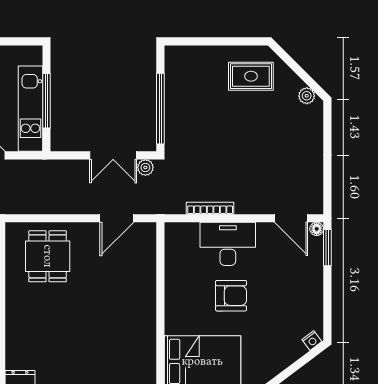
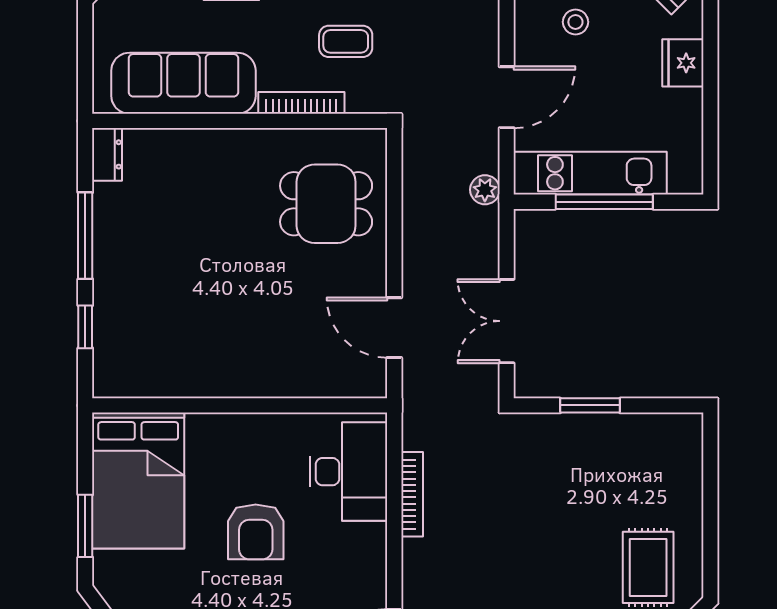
window: (160, 109) -> (590, 405), width x0.47
plant: (145, 167) -> (485, 190), moved
desk: (228, 244) -> (348, 472), moved

